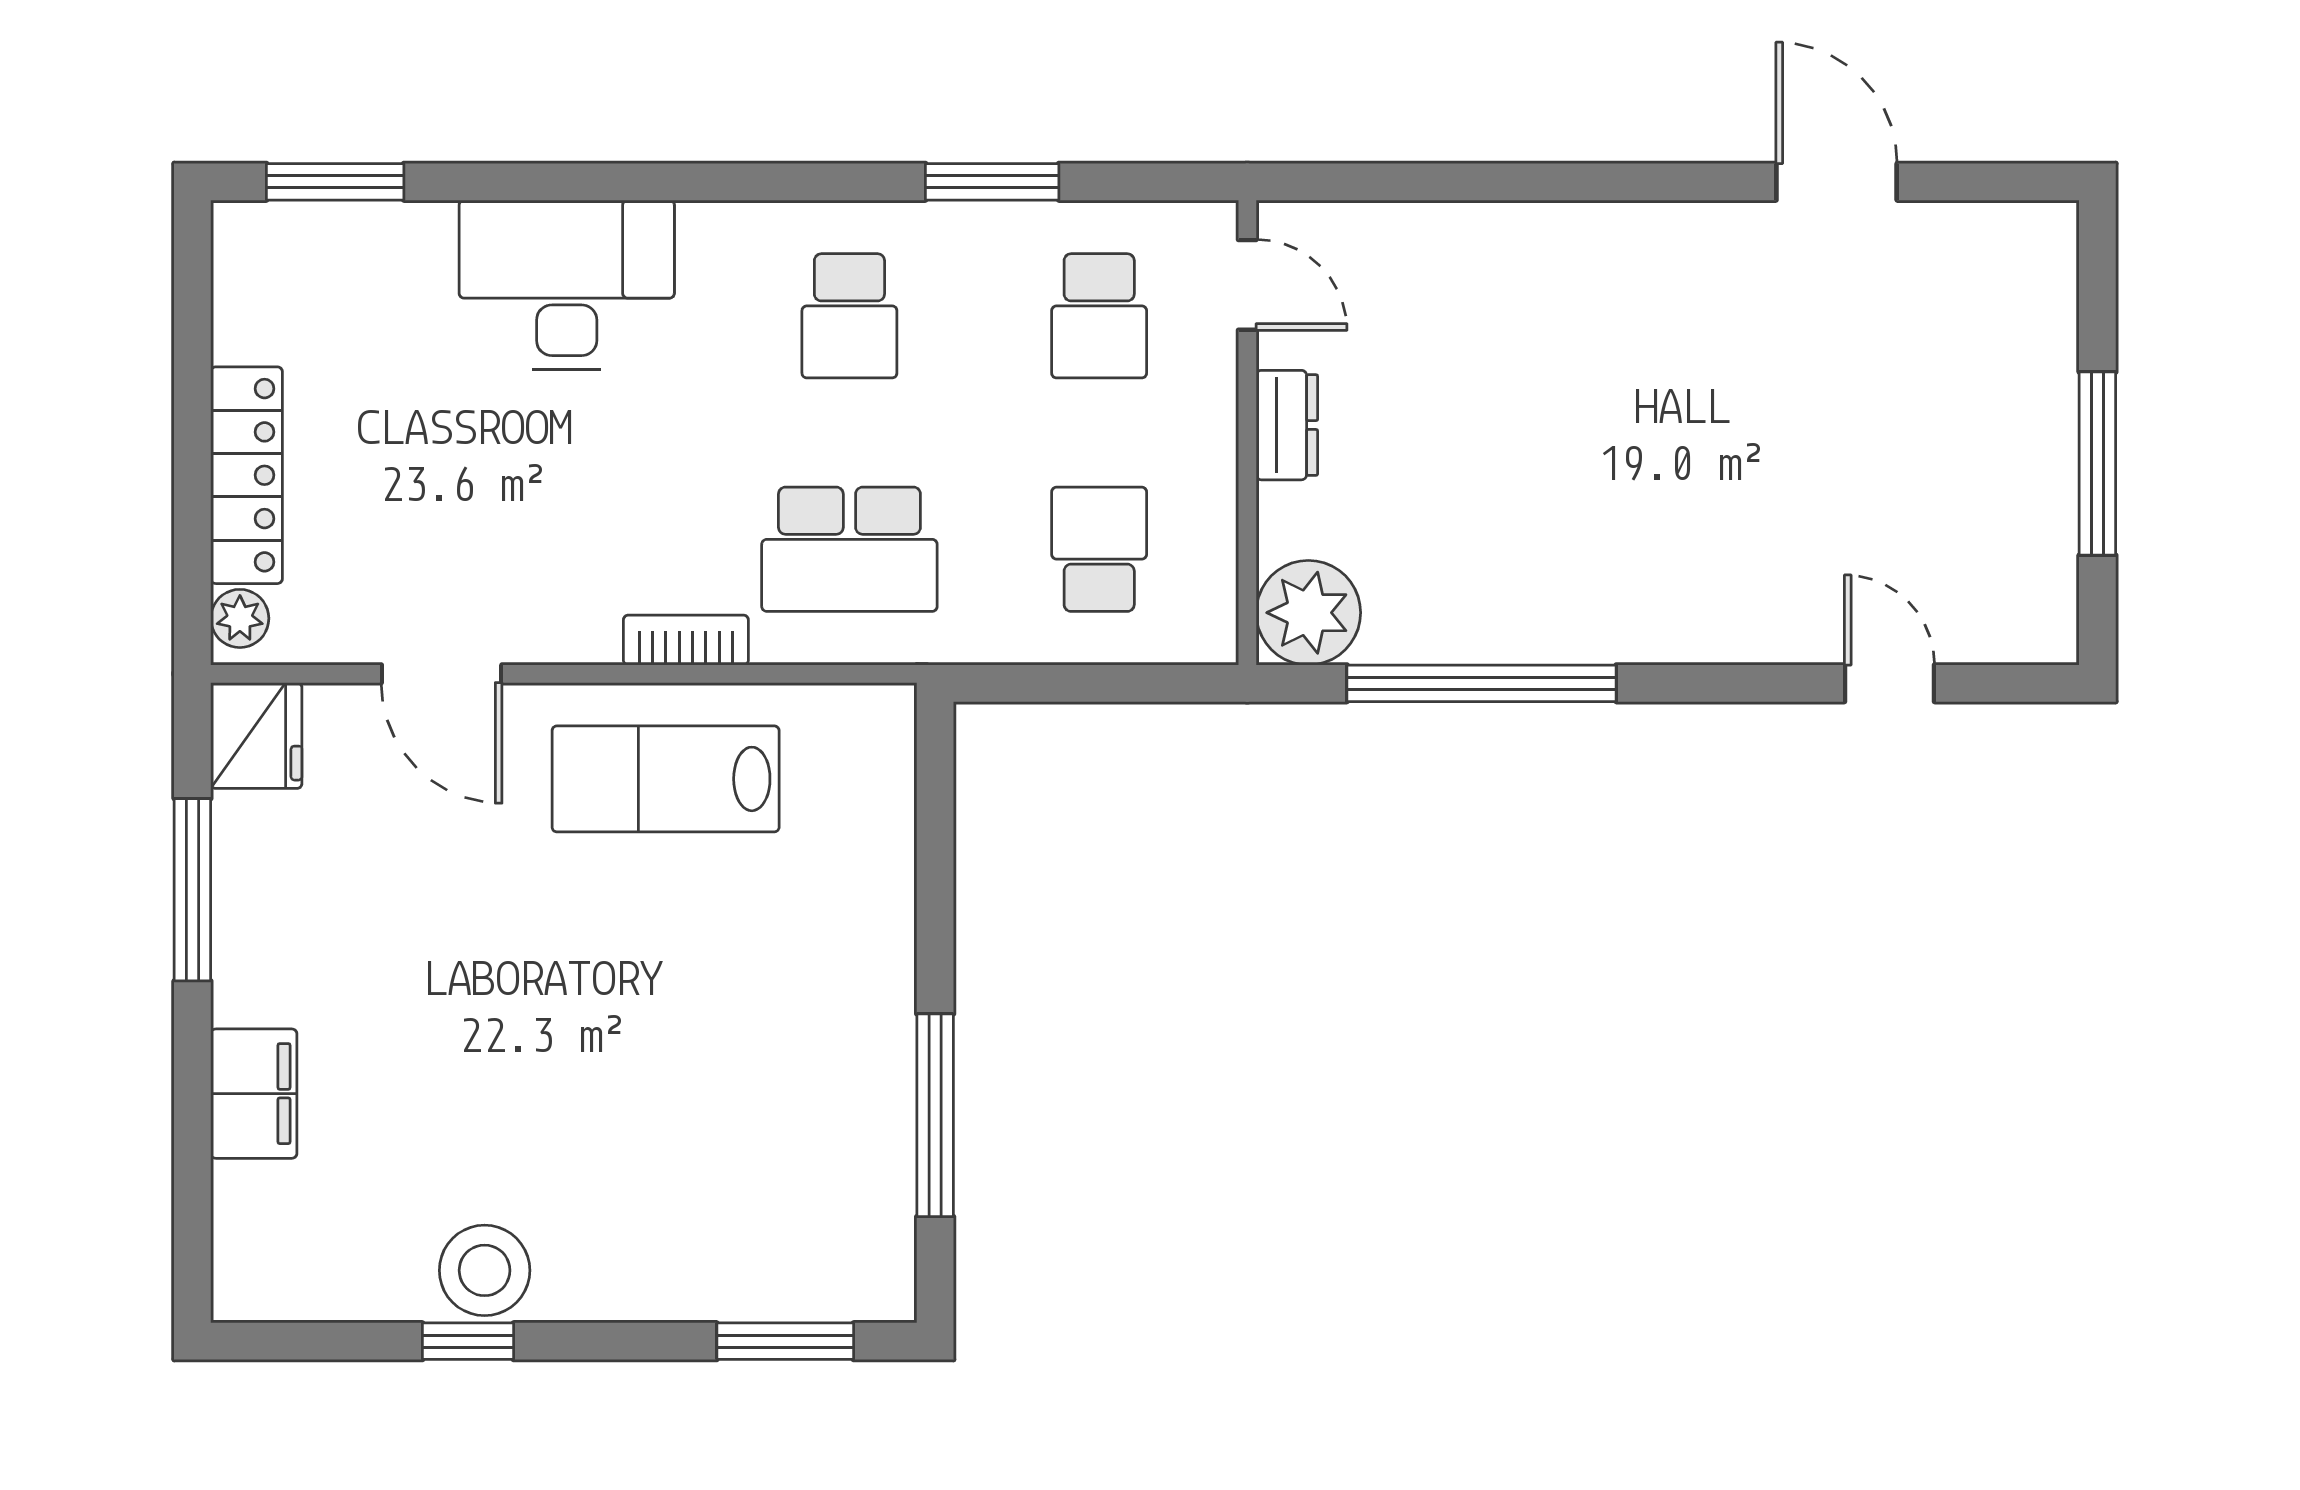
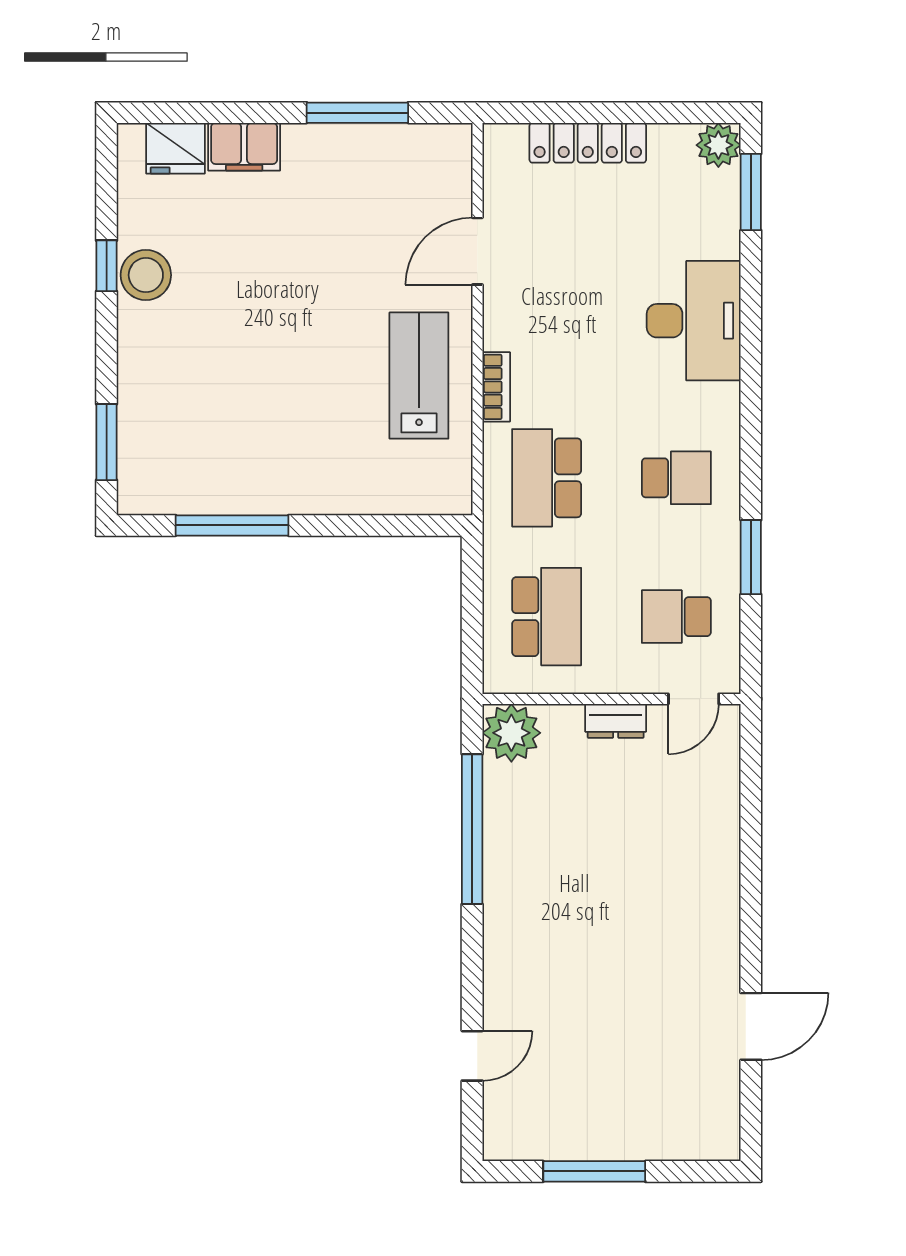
school desk: (849, 316) -> (676, 478), turned 180
school desk: (1099, 549) -> (547, 617), width x1.85
plant: (240, 618) -> (718, 145), moved, width x1.38, depth x1.38
fridge: (256, 736) -> (175, 148), moved

